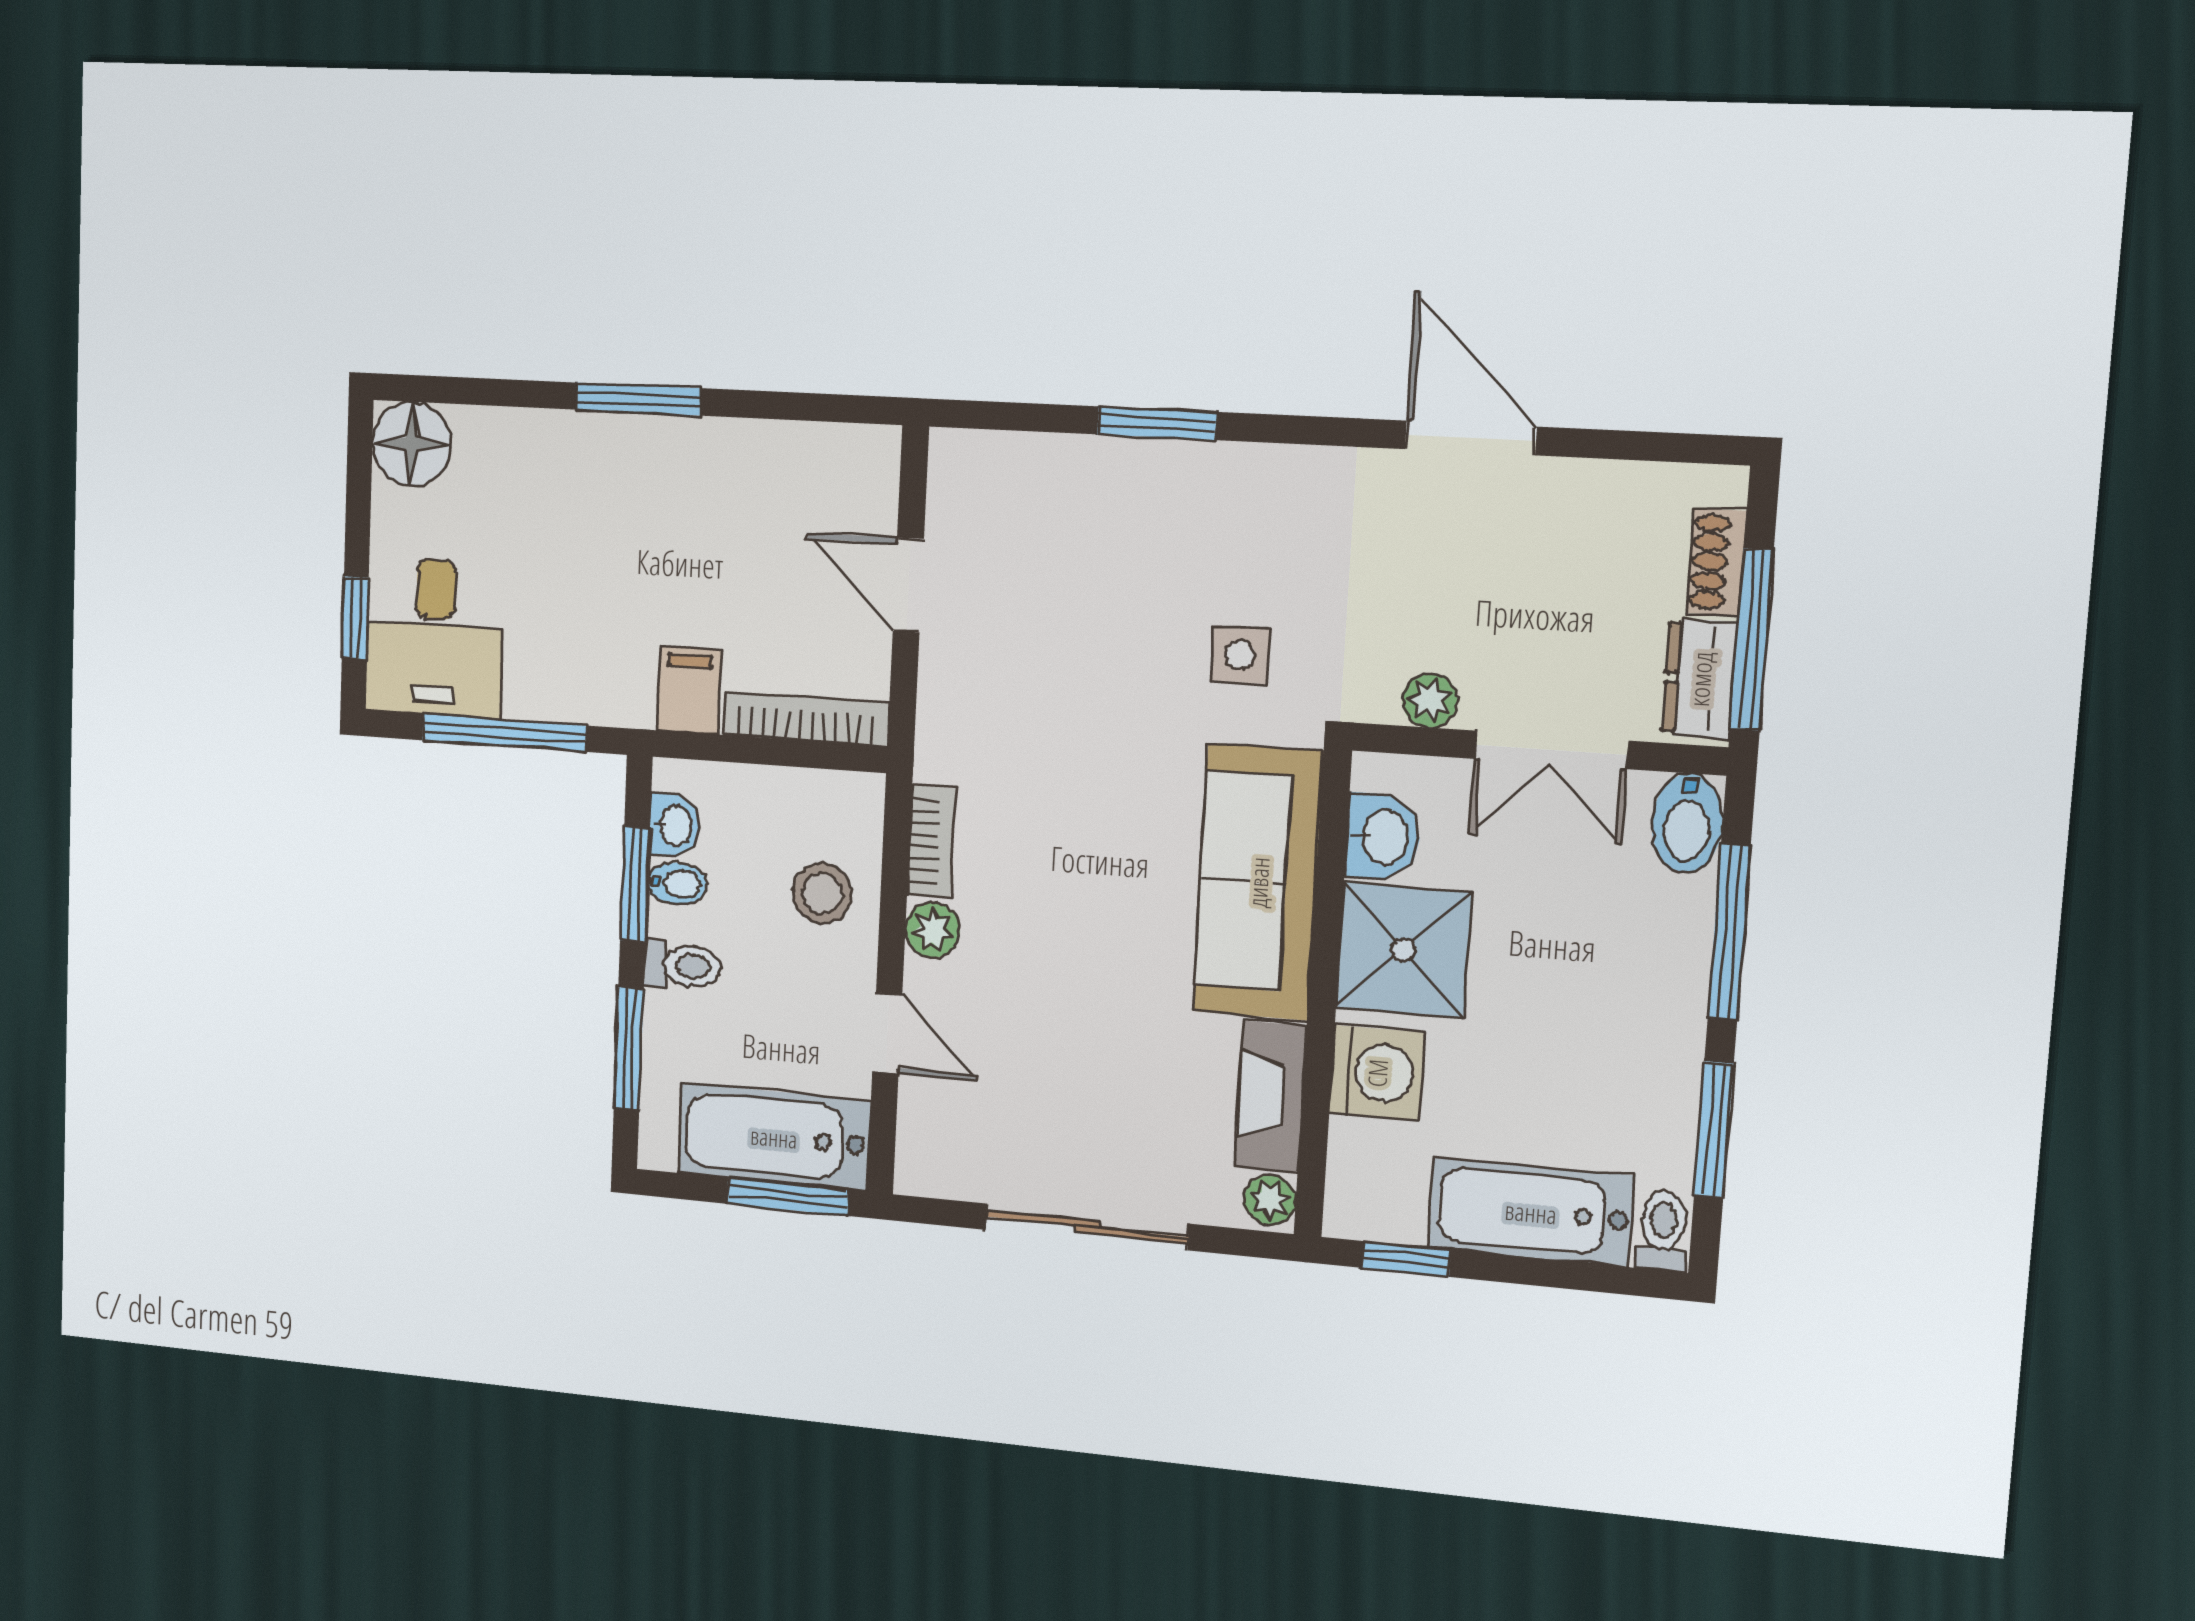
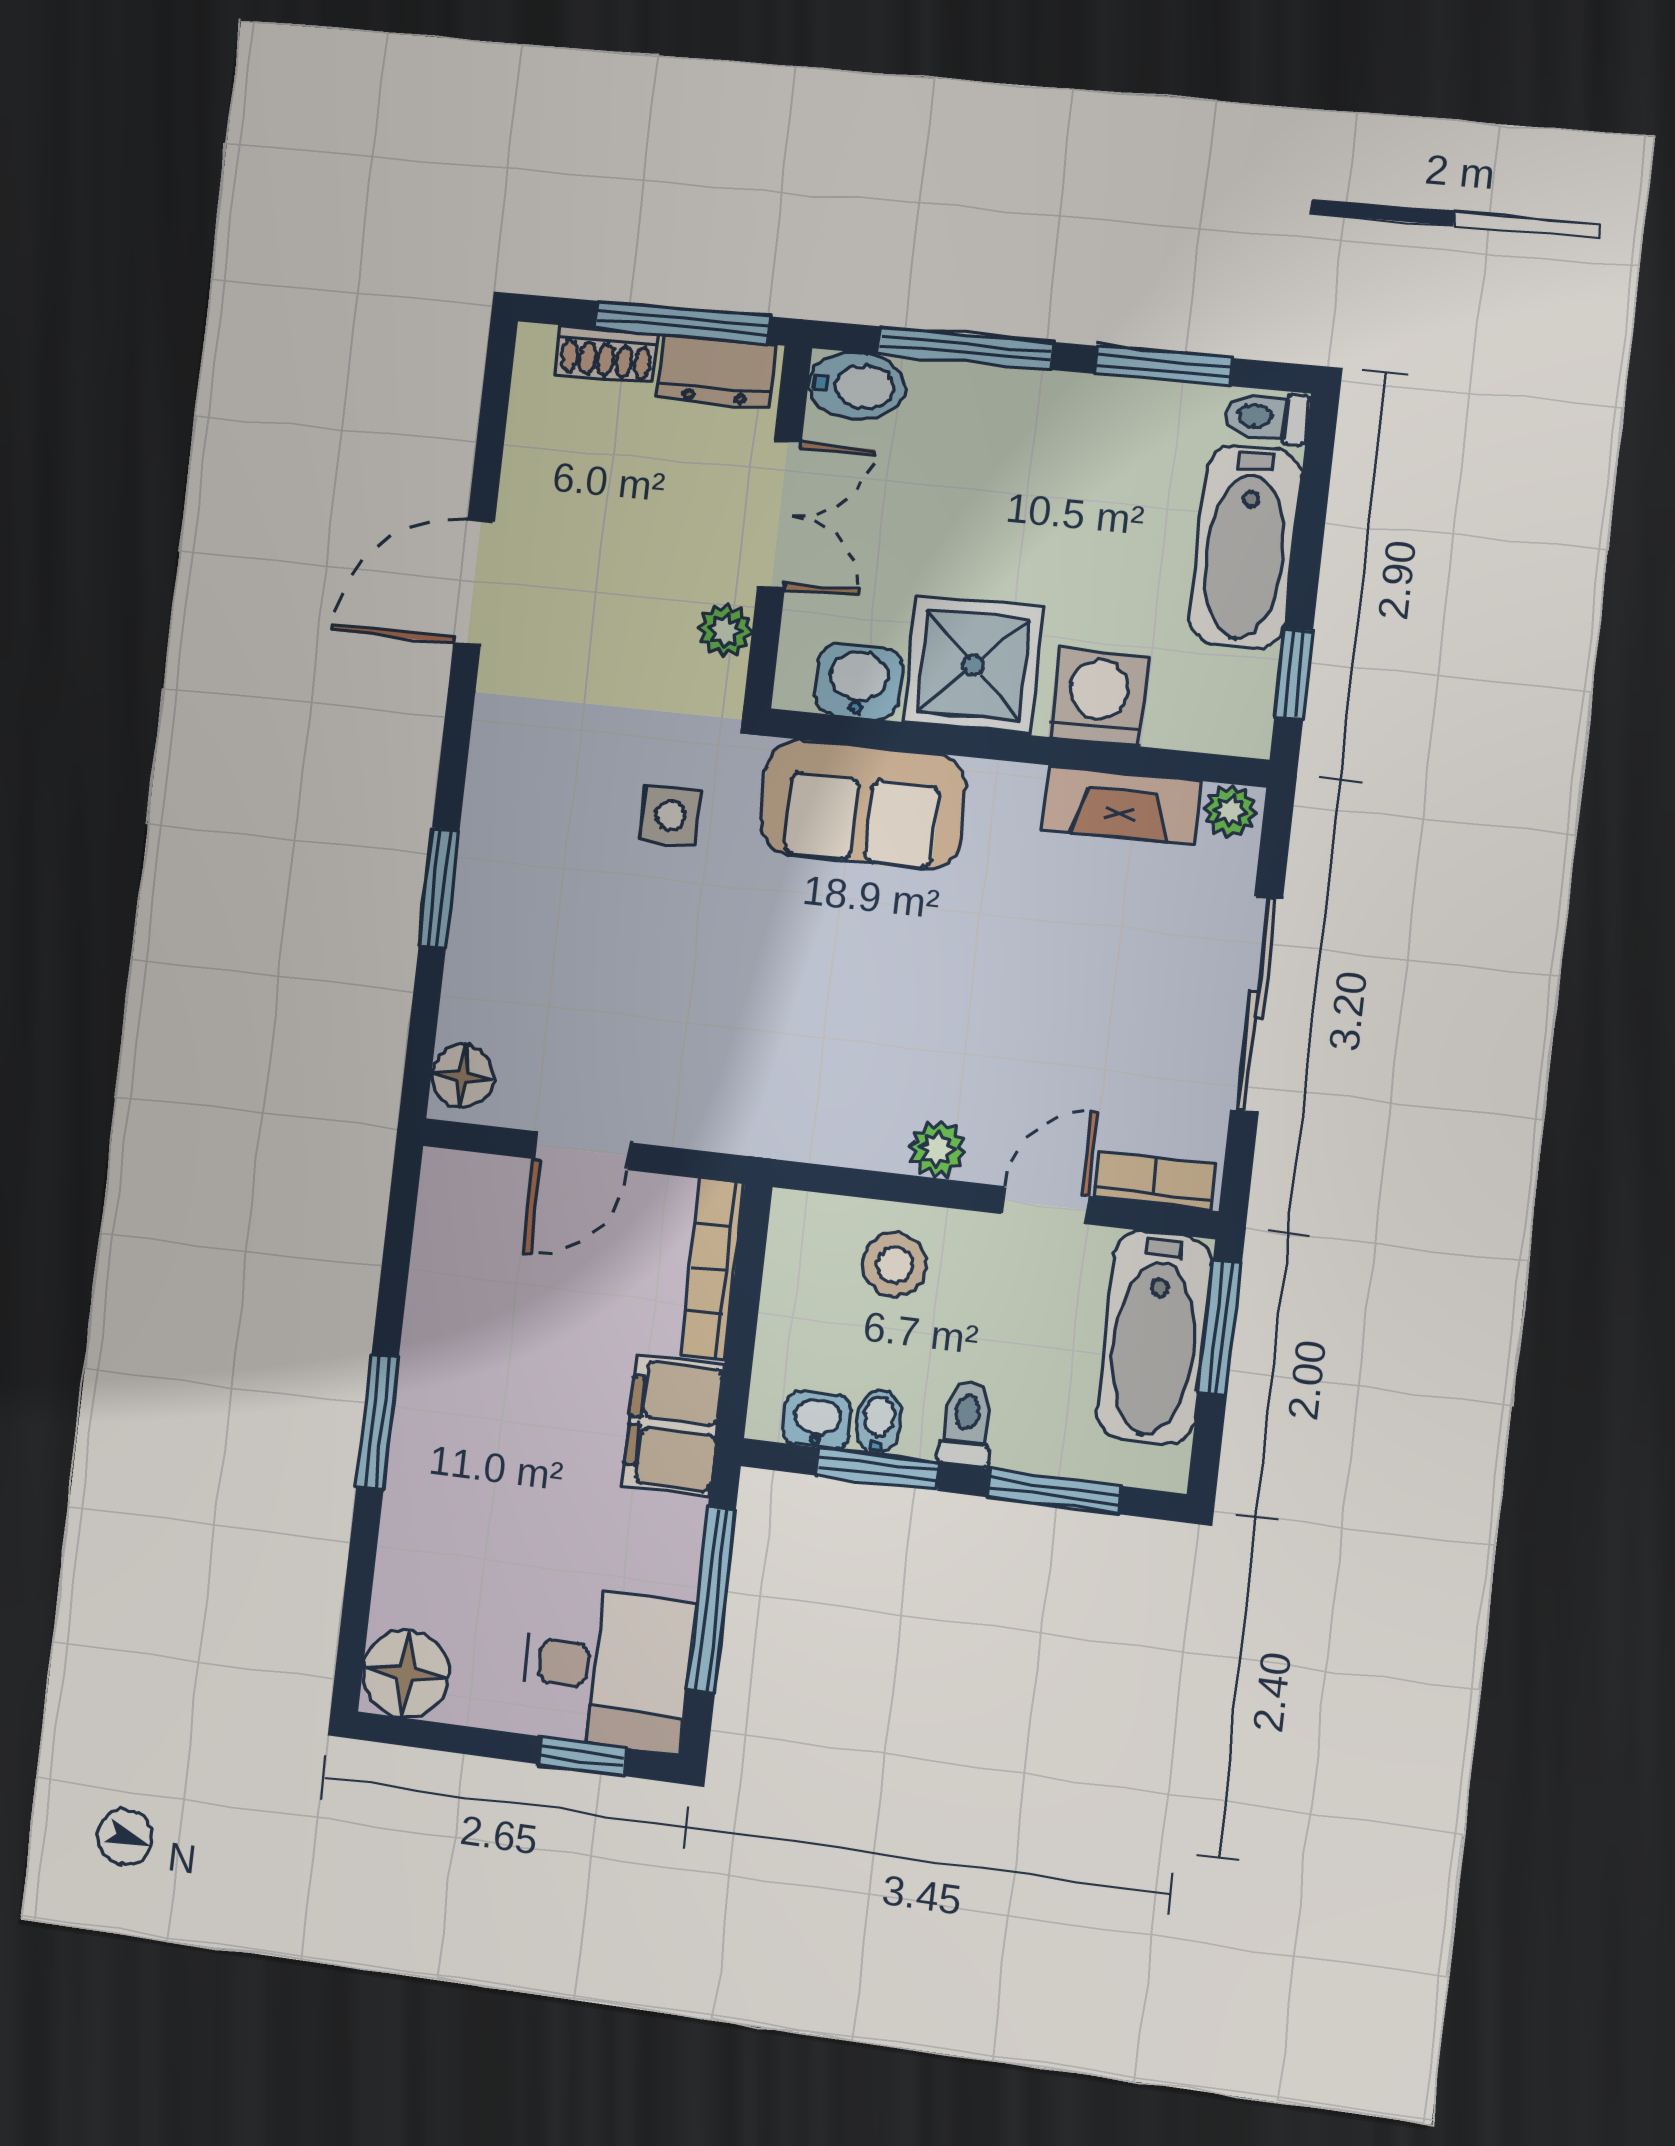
floor lamp: (972, 460) -> (462, 1076), added
filing cabinet: (689, 690) -> (673, 1425), width x2.00
bookcase: (931, 842) -> (1154, 1180), moved
sofa: (1258, 882) -> (863, 805), width x0.73

